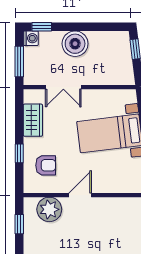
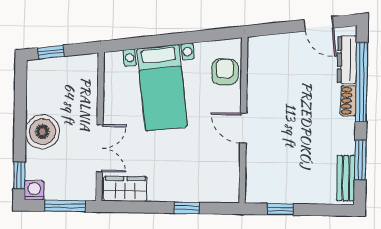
wardrobe: (33, 120) -> (125, 189), moved
armchair: (46, 165) -> (225, 72), moved
plant: (49, 209) -> (262, 169), removed

